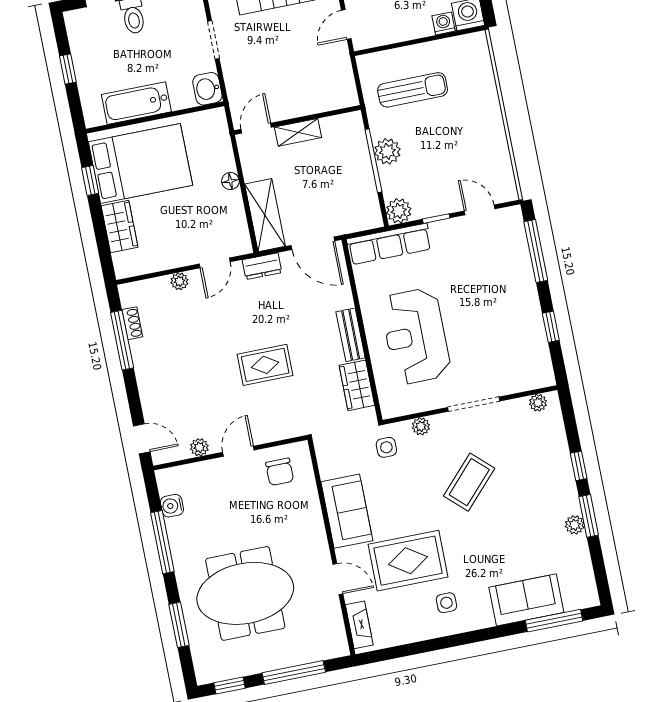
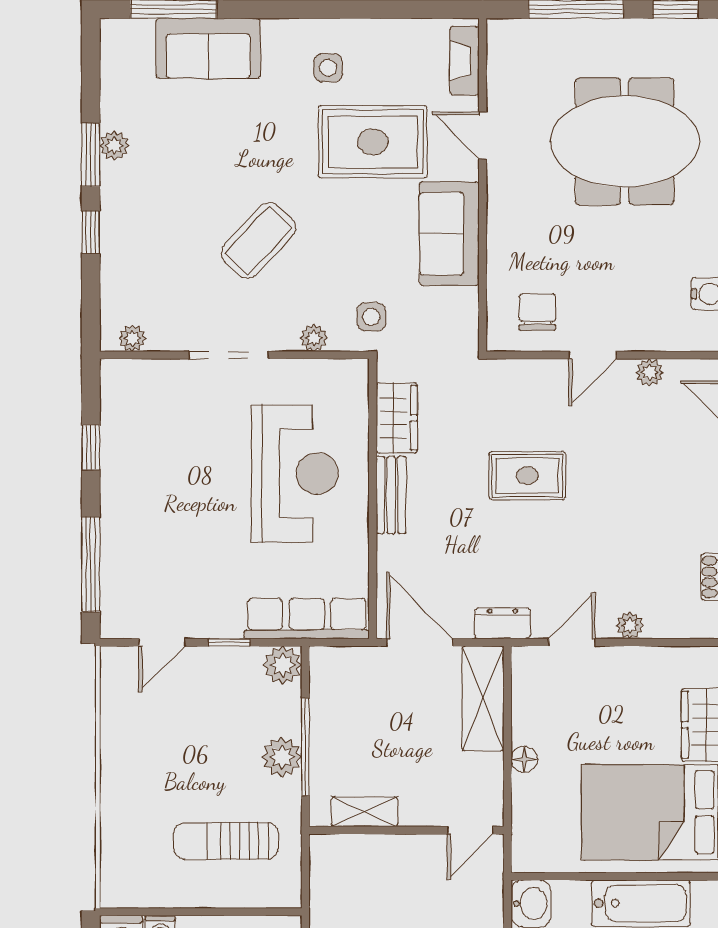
shelving: (298, 132) -> (364, 812), moved
door: (480, 210) -> (162, 642), hinge flipped

